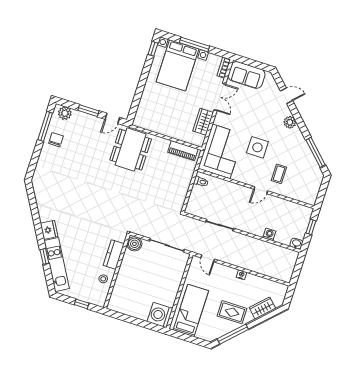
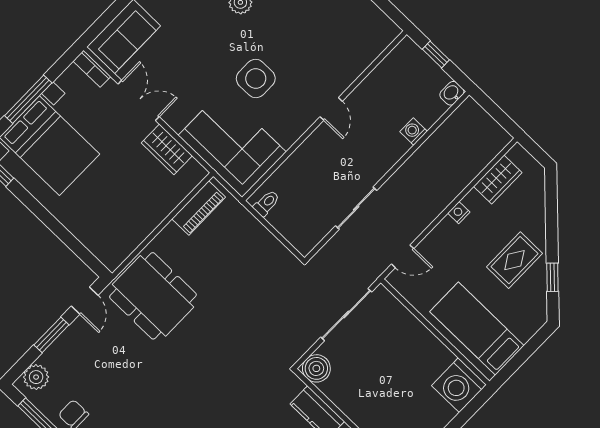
coffee table: (279, 174) -> (319, 64), removed
wardrobe: (262, 308) -> (498, 180), moved, turned -135
window: (233, 334) -> (552, 277), width x0.46

